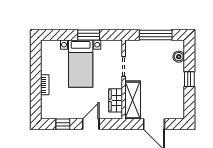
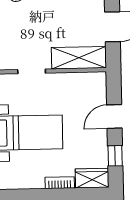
wardrobe: (116, 100) -> (92, 178), moved, turned 180
door: (91, 124) -> (114, 116), hinge flipped

